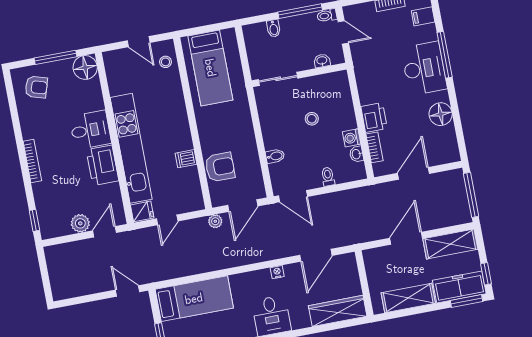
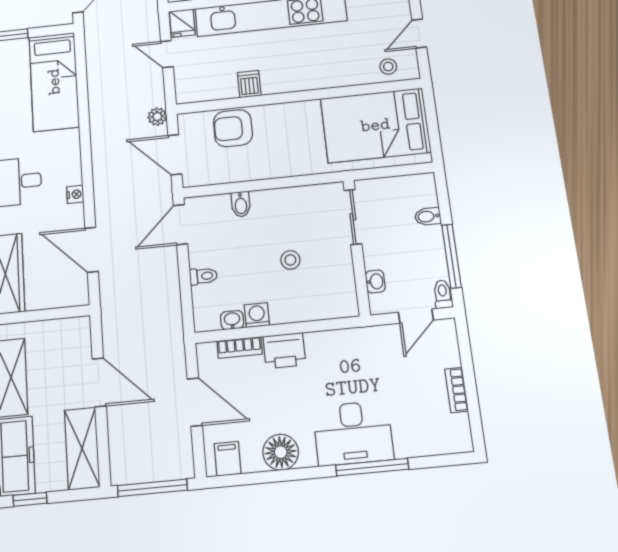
filing cabinet: (423, 16) -> (228, 459), moved
bed: (210, 68) -> (375, 125), width x1.50
armchair: (220, 167) -> (233, 128), turned 90

